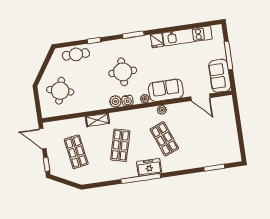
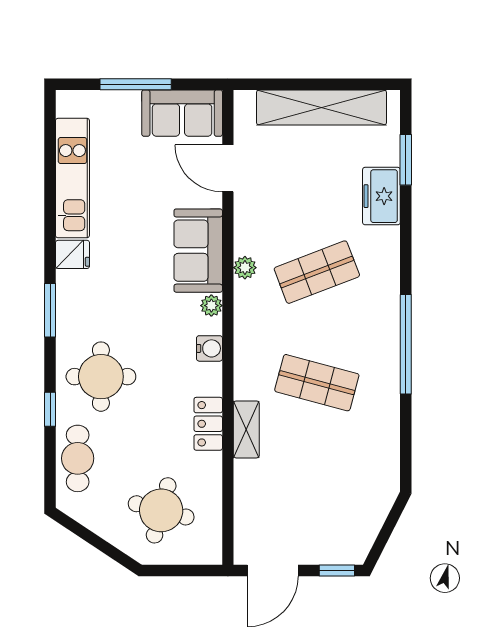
round table: (123, 72) -> (101, 377), moved
door: (200, 97) -> (228, 168), swing flipped
plant: (115, 101) -> (207, 379), removed
locker: (97, 104) -> (208, 424), added
shelving: (230, 131) -> (321, 107), added
shop shelf: (76, 152) -> (317, 493), removed
freezer: (149, 167) -> (381, 196), moved

